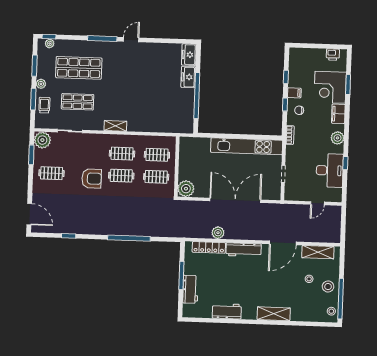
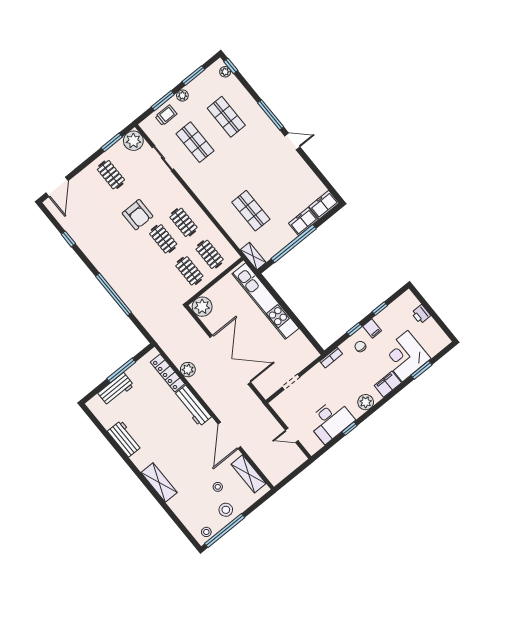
printer: (333, 55) -> (421, 314), moved
shop shelf: (79, 68) -> (226, 117), width x0.70, depth x0.74
shop shelf: (152, 104) -> (251, 211), added
shelving: (115, 126) -> (253, 256), moved
kitchen unit: (247, 146) -> (266, 301), moved
door: (283, 243) -> (229, 435), hinge flipped

